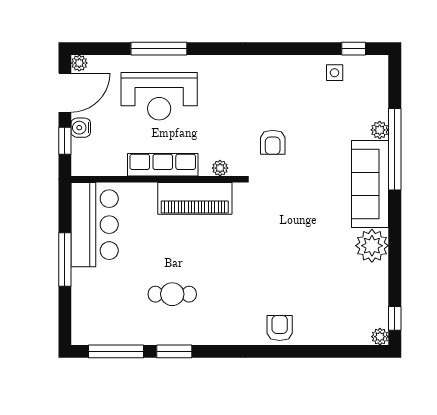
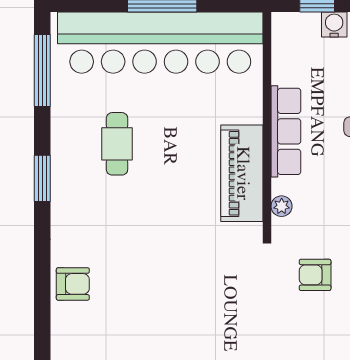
bar counter: (95, 225) -> (160, 43), width x1.86
window: (174, 351) -> (42, 178), moved

